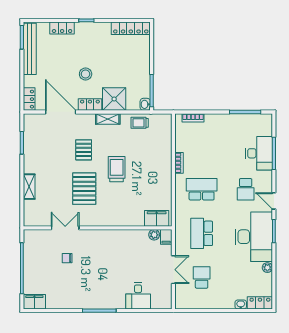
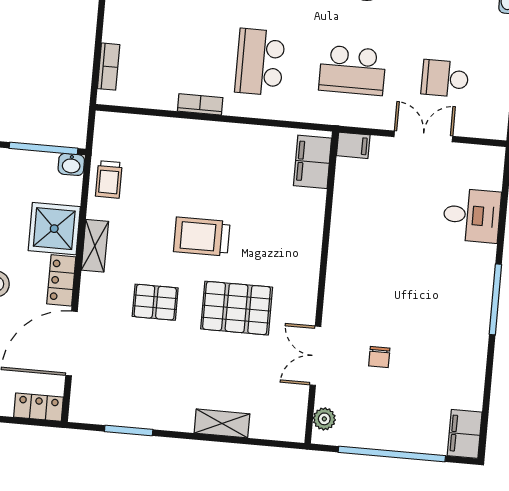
plant: (154, 235) -> (324, 419), moved

